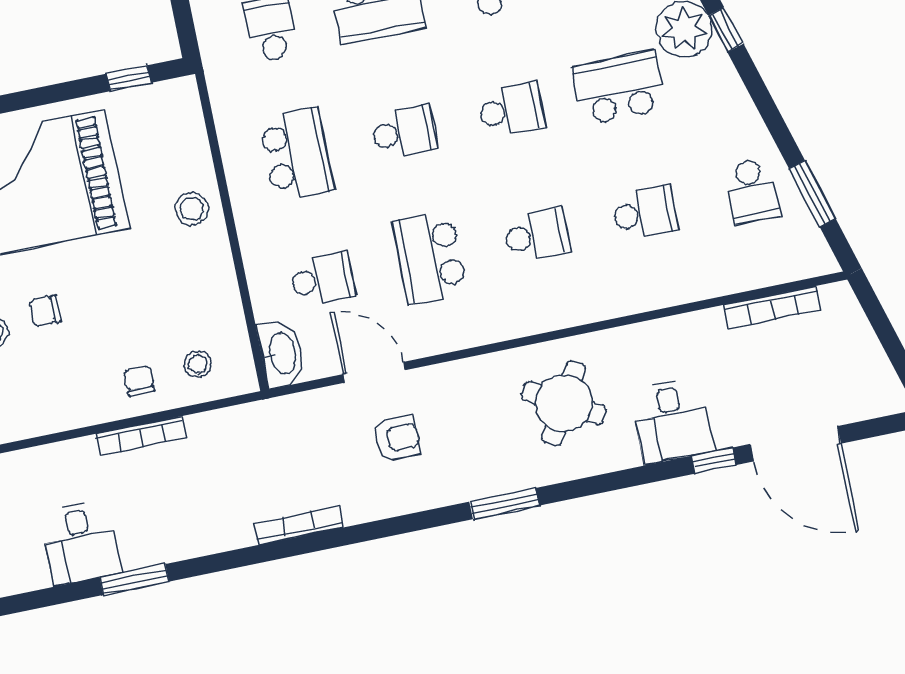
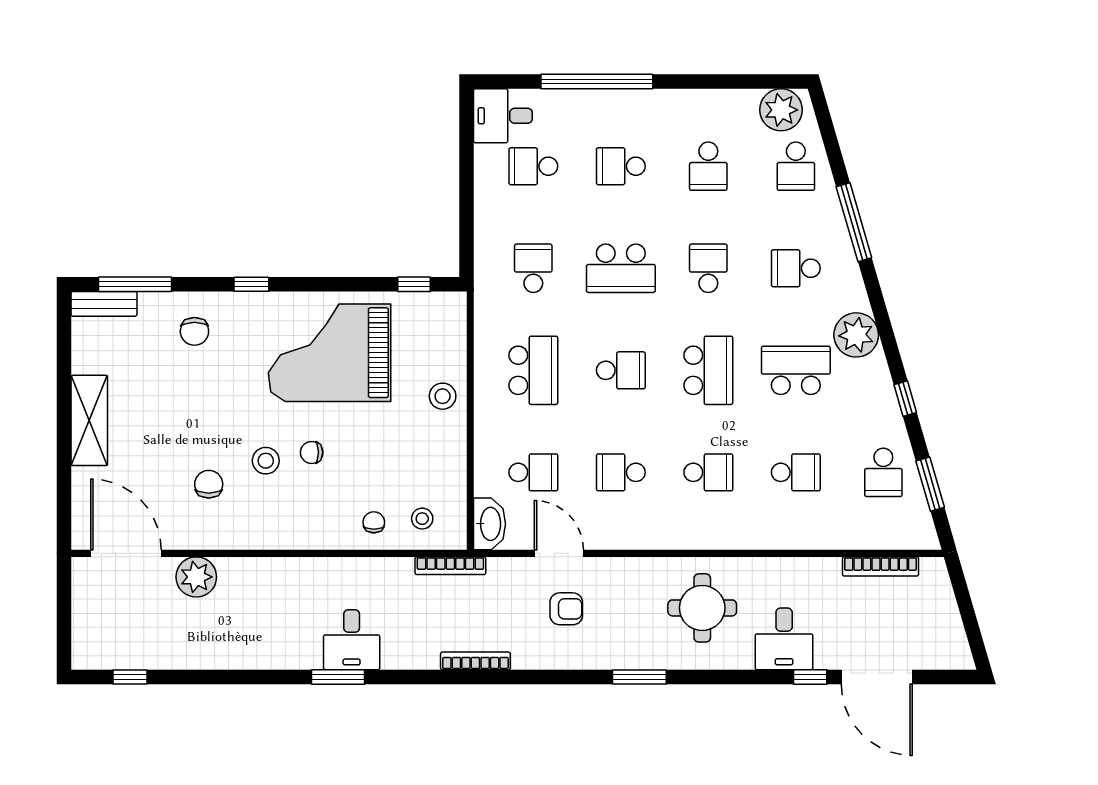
window: (726, 30) -> (905, 399), moved
school desk: (511, 110) -> (708, 370), width x1.85
school desk: (430, 257) -> (621, 472), width x0.54
round table: (564, 403) -> (702, 608), turned -30
bookcase: (141, 436) -> (450, 566), moved
desk: (81, 543) -> (352, 640), moved

